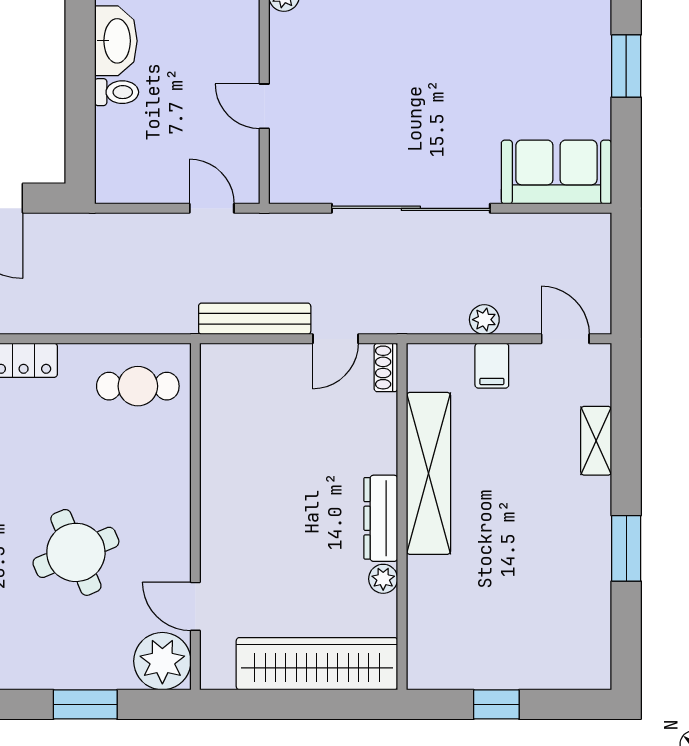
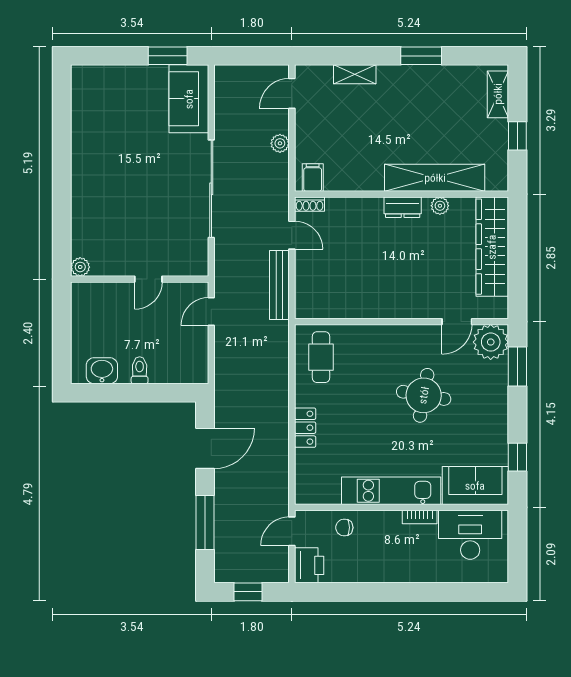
washbasin: (116, 41) -> (102, 371), width x0.72
window: (626, 66) -> (168, 56), moved
filing cabinet: (492, 366) -> (313, 178), moved, turned -90
shelving: (428, 473) -> (435, 178), moved
dresser: (381, 518) -> (403, 207), width x0.70
round table: (76, 552) -> (424, 395), turned 33
shelving: (563, 673) -> (498, 94), added
window: (85, 704) -> (517, 367), moved

